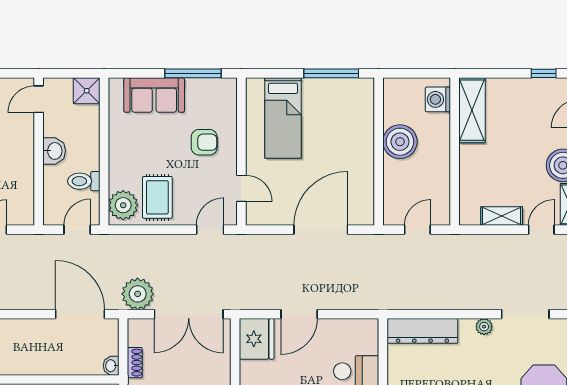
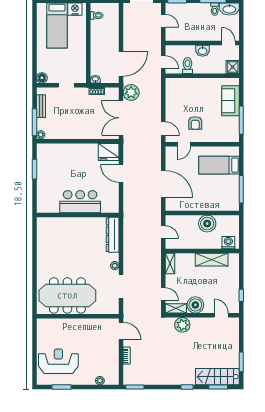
shelving: (472, 110) -> (212, 260), moved
armchair: (204, 142) -> (195, 123), moved
rug: (157, 197) -> (179, 102), removed
plant: (123, 205) -> (175, 85), removed
shelving: (502, 216) -> (170, 263), moved

